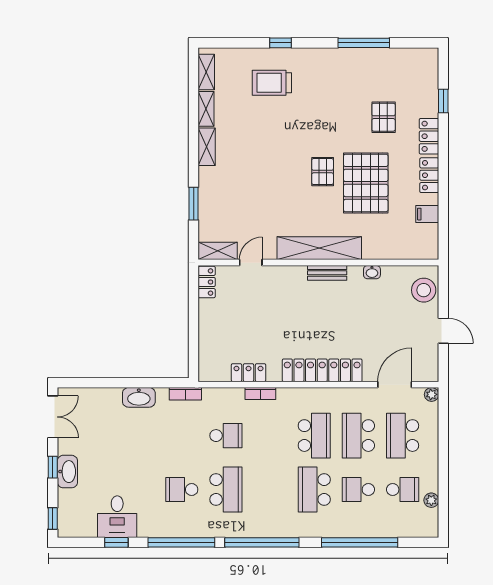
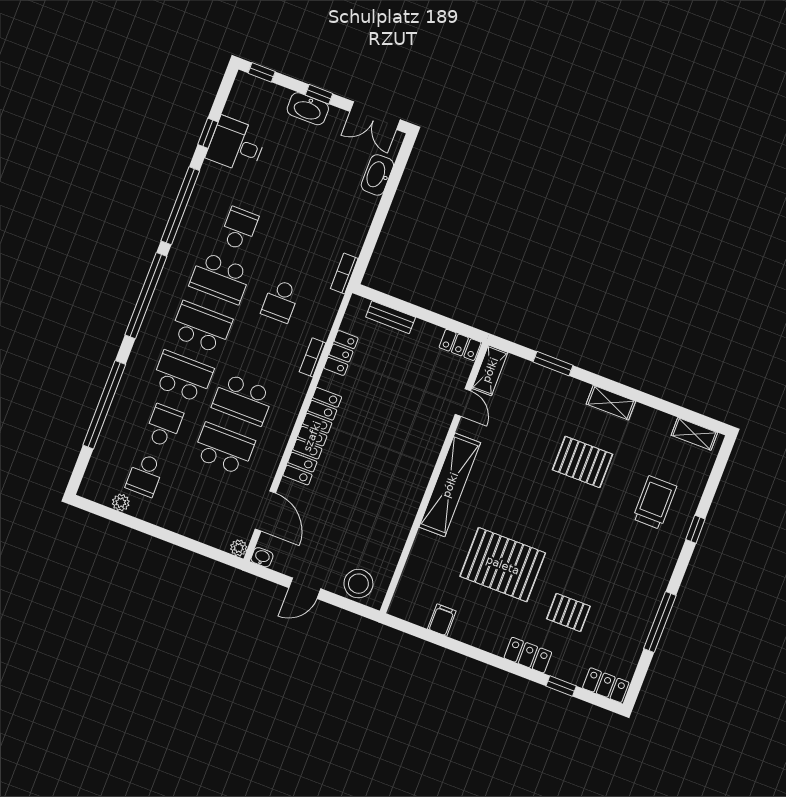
shelving: (206, 109) -> (653, 418), removed
pallet: (323, 172) -> (582, 462), moved, width x1.50, depth x1.42
locker: (429, 175) -> (606, 685), moved
washbasin: (372, 272) -> (262, 557), moved, turned 90
bench: (327, 273) -> (391, 317), moved, turned 90
washbasin: (139, 397) -> (377, 175), moved
school desk: (403, 436) -> (201, 327), moved

